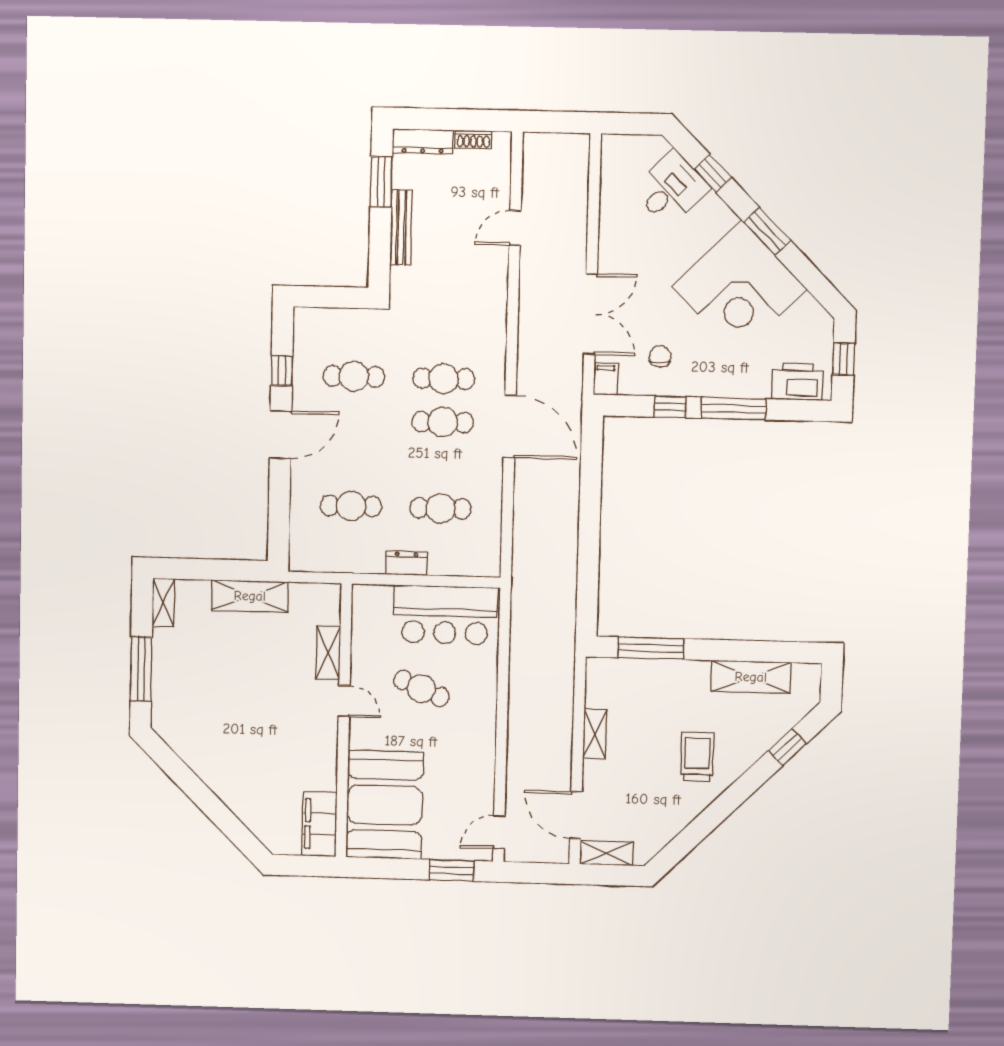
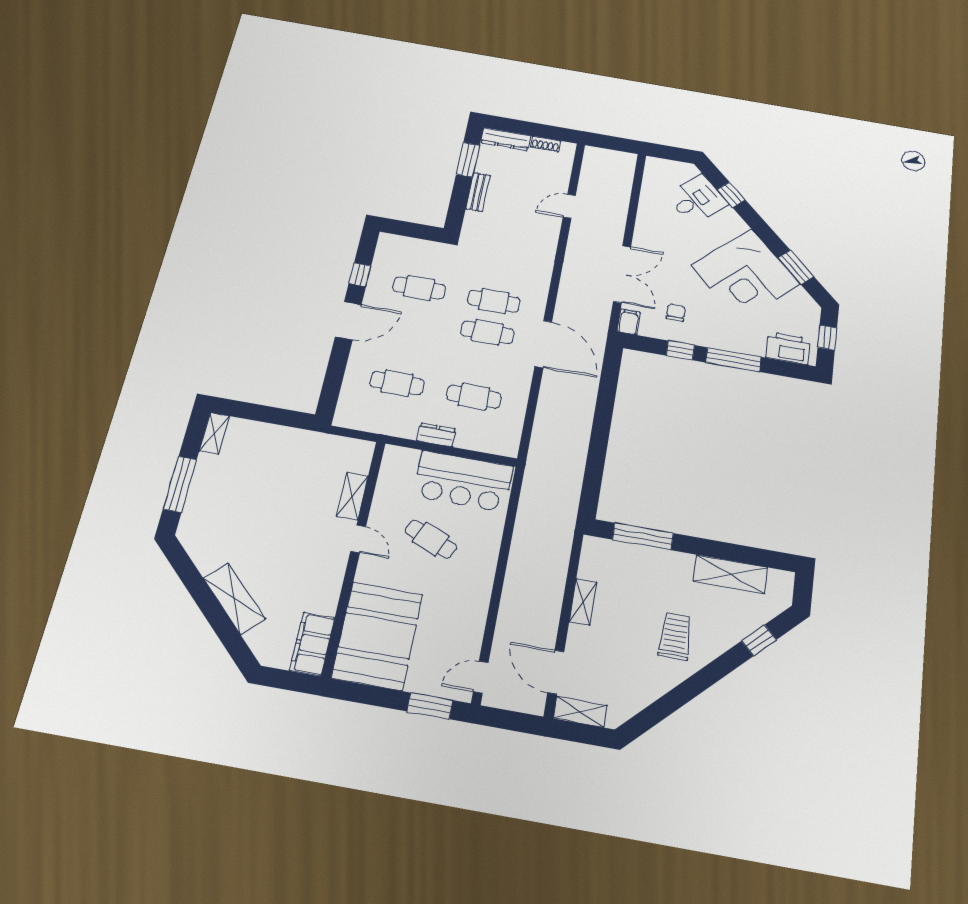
bench: (401, 227) -> (478, 192), width x0.73
window: (767, 231) -> (796, 267), moved
shelving: (250, 596) -> (234, 598), moved, turned 45

